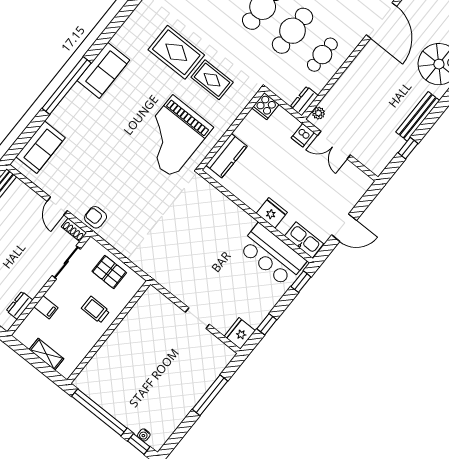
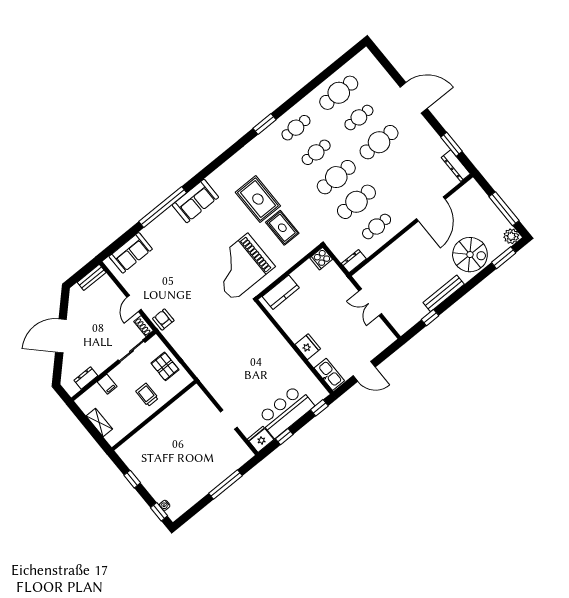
plant: (318, 113) -> (363, 273), removed
dishwasher: (303, 135) -> (346, 289), removed
bar counter: (272, 255) -> (286, 411), moved, turned 90
window: (99, 412) -> (132, 479), width x0.32

